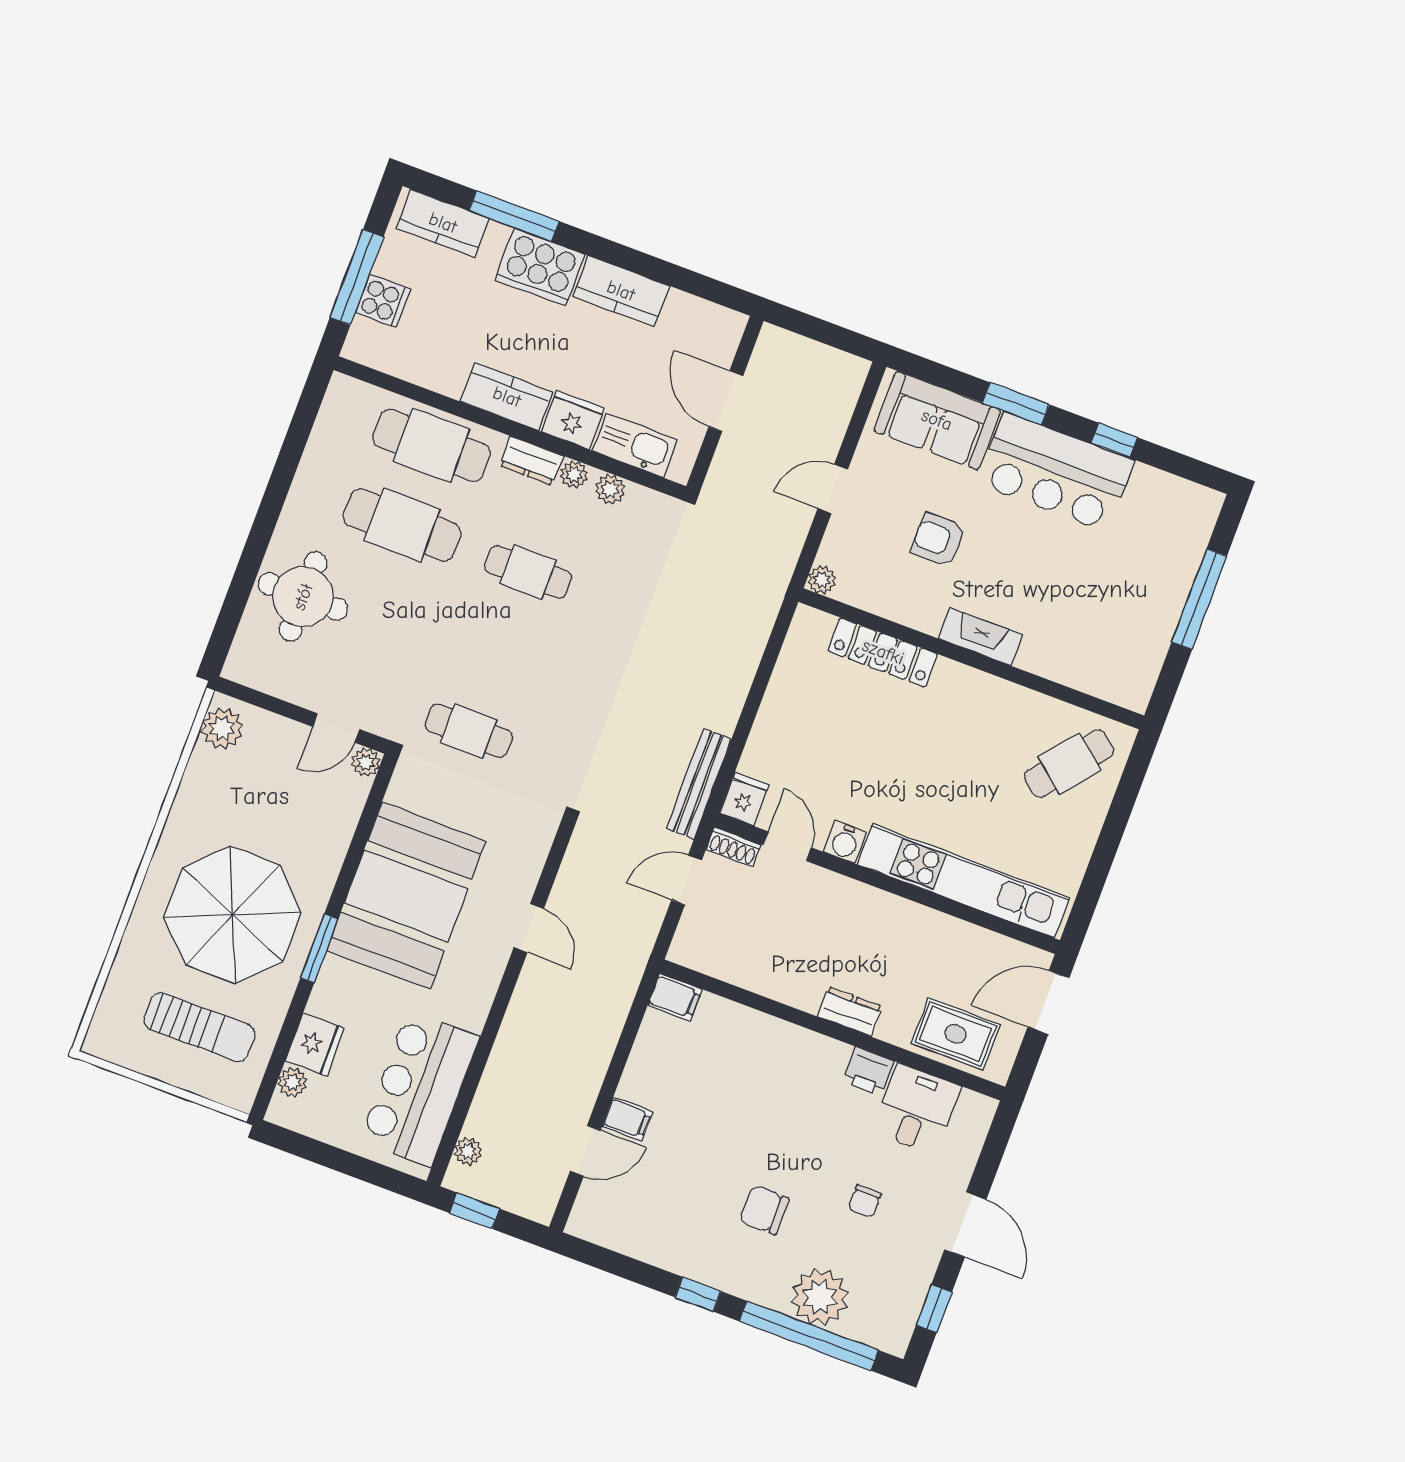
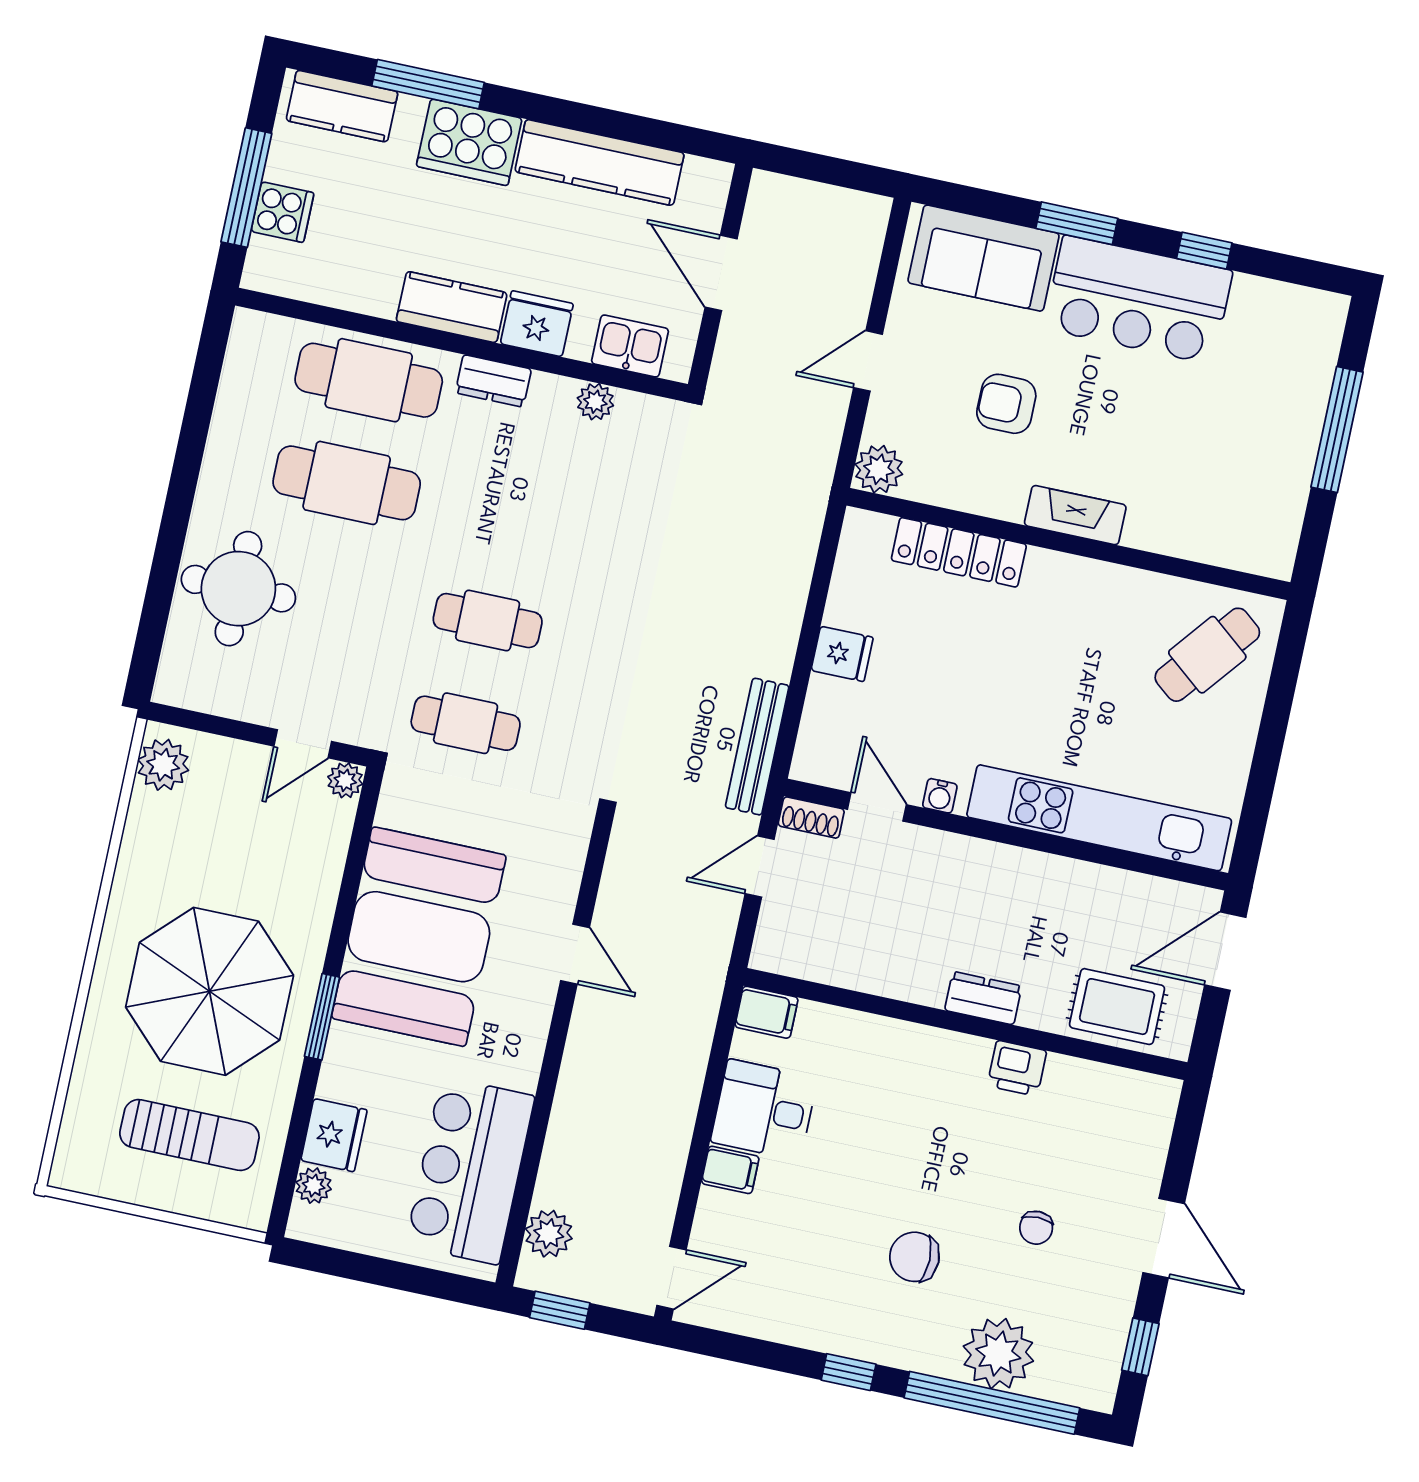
kitchen counter: (621, 291) -> (600, 162), width x1.50
kitchen sink: (635, 445) -> (630, 346), width x0.73
plant: (574, 475) -> (548, 390), removed
cafe table: (528, 572) -> (488, 621), moved
plant: (822, 580) -> (879, 469), width x1.38, depth x1.38
fridge: (744, 799) -> (842, 654), moved, turned 90
water cooler: (845, 842) -> (940, 796), width x0.72, depth x0.72
desk: (917, 1109) -> (764, 1110), moved, turned -90
plant: (468, 1151) -> (549, 1234), width x1.38, depth x1.38
door: (585, 1151) -> (671, 1278), moved

